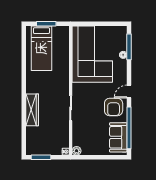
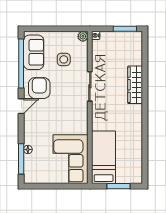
bed: (41, 48) -> (104, 157), moved
corner sofa: (92, 54) -> (71, 159), width x0.73, depth x0.74
side table: (93, 131) -> (64, 59), added

